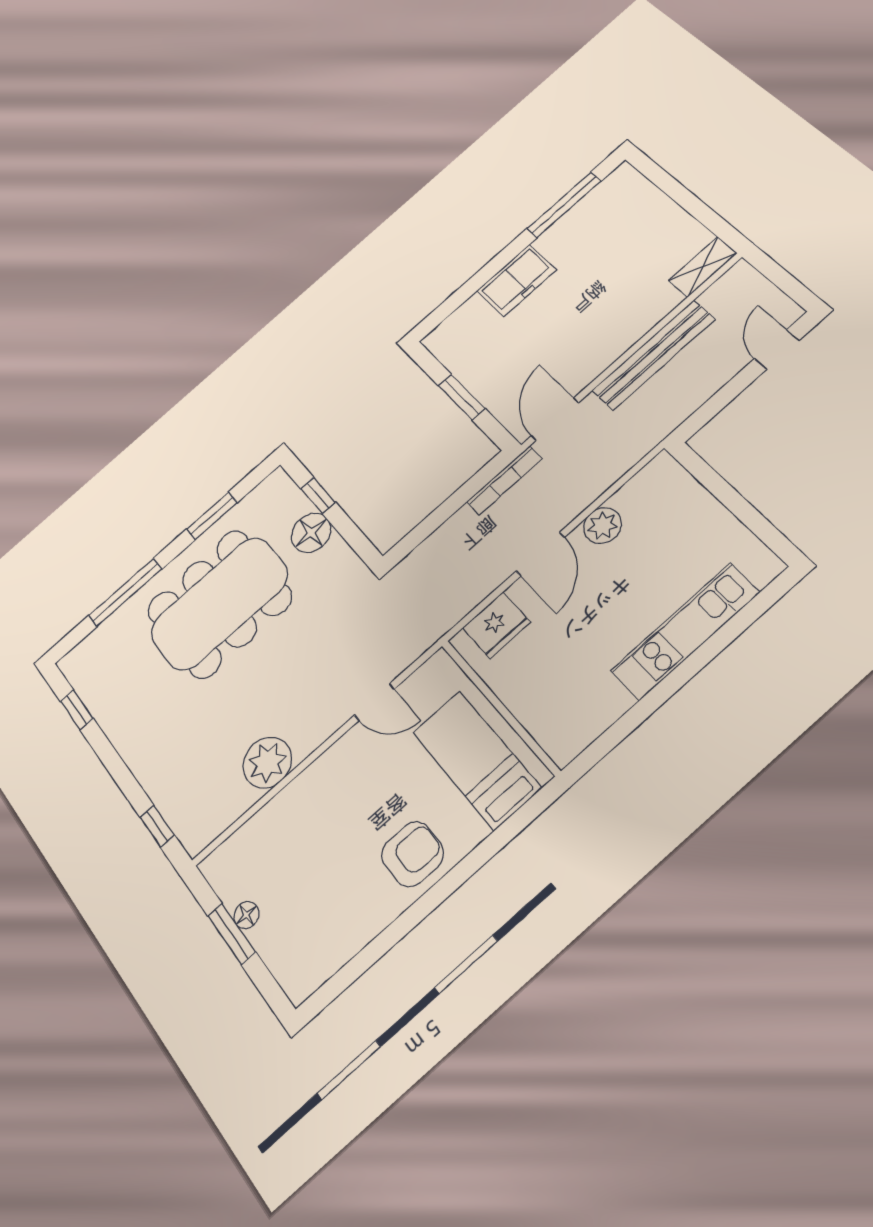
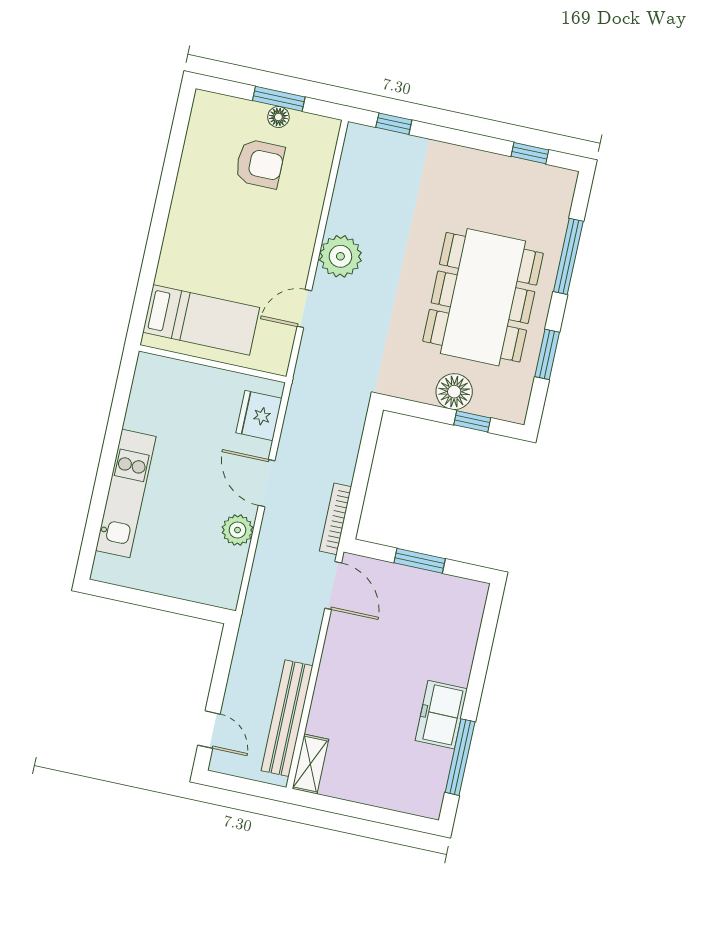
freezer: (516, 280) -> (441, 715), moved
bench: (653, 355) -> (287, 718), moved
plant: (267, 762) -> (340, 256), moved
armchair: (412, 854) -> (260, 164), moved, turned -90

